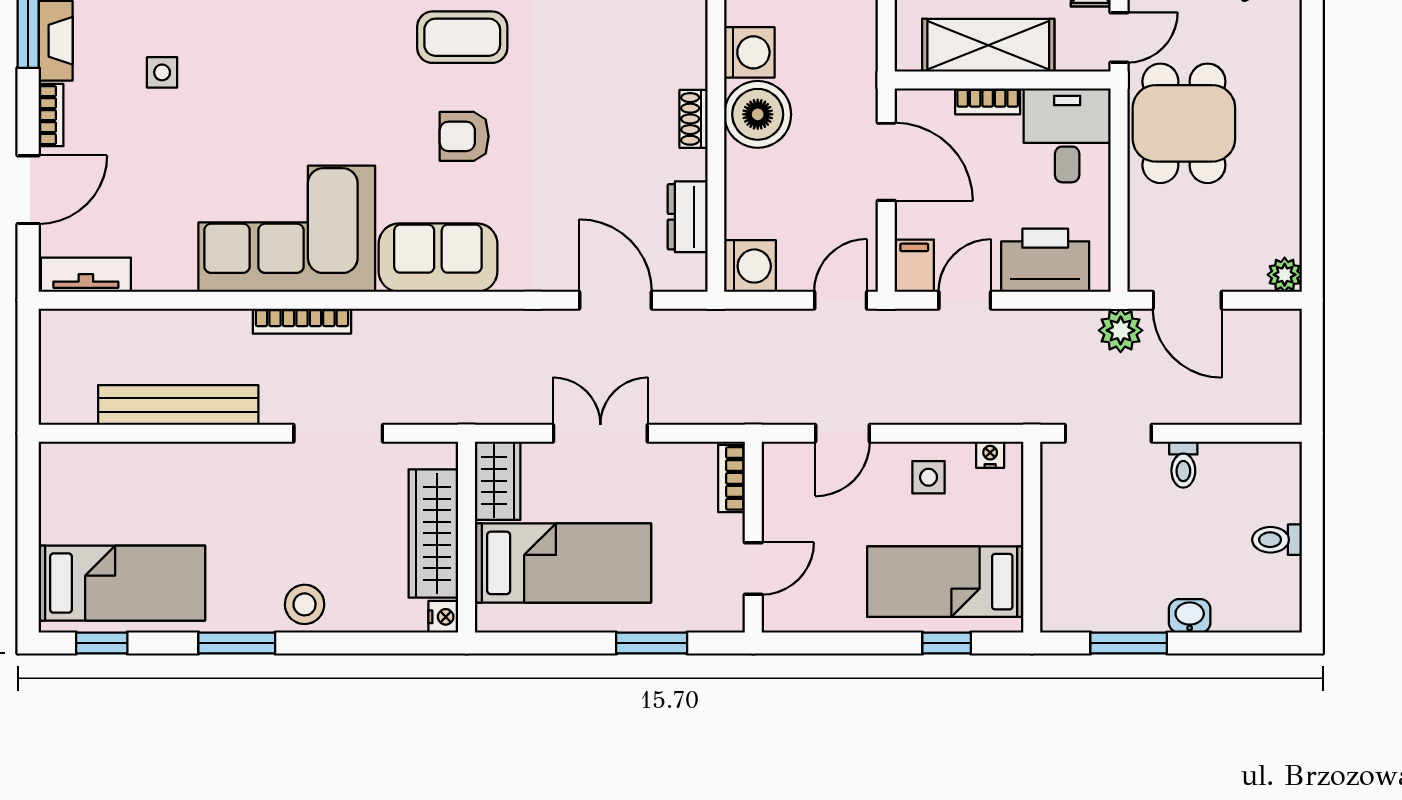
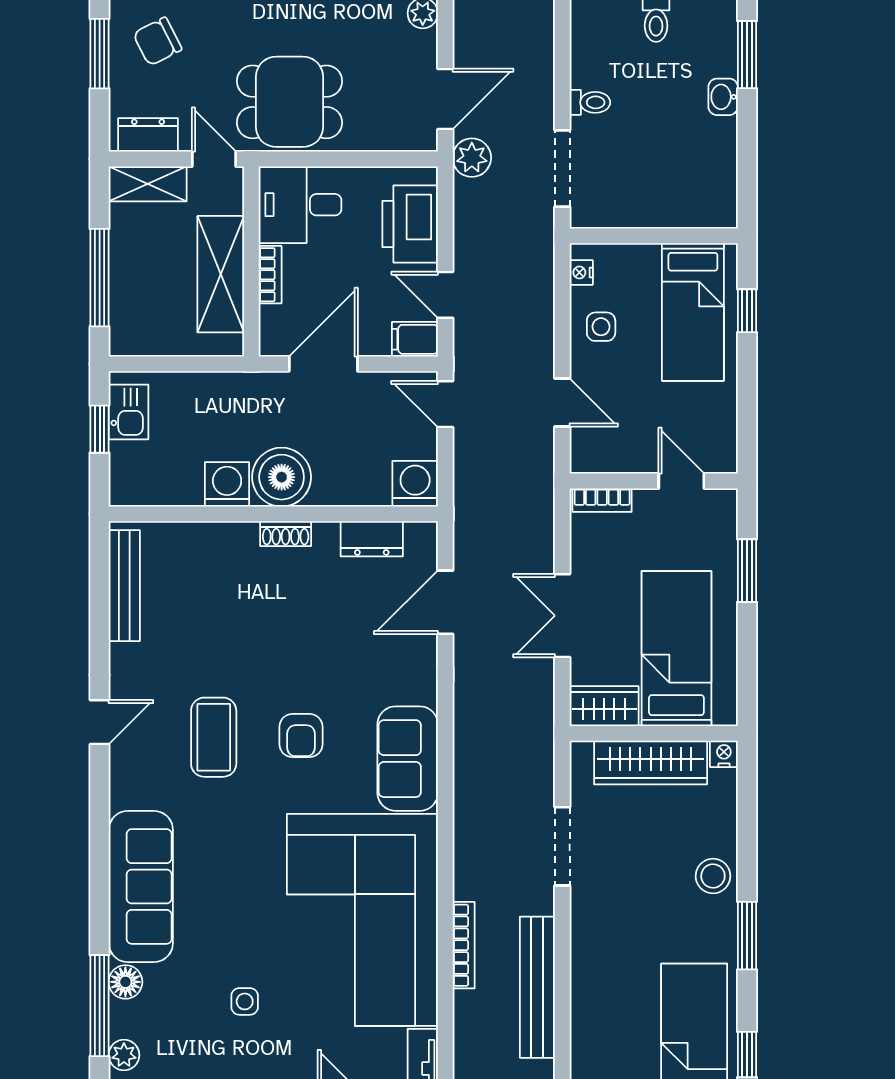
corner sofa: (287, 229) -> (362, 920), width x1.36, depth x1.36
bookcase: (302, 321) -> (464, 945), moved
window: (1129, 643) -> (747, 55), moved

